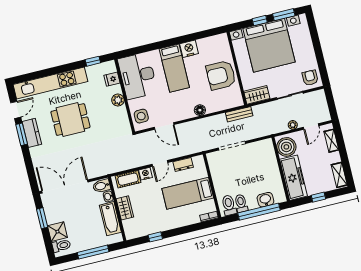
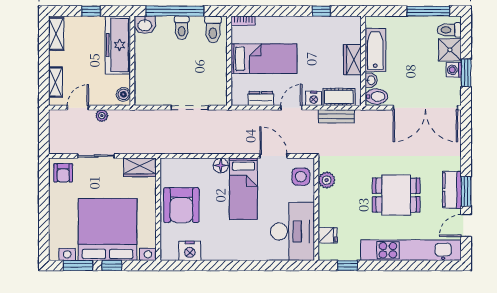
nightstand: (189, 49) -> (190, 251), moved
bed: (174, 68) -> (243, 189), moved, turned 180
armchair: (221, 75) -> (181, 205), turned 90
plant: (118, 100) -> (327, 180), moved
bench: (239, 114) -> (336, 116), moved
boiler: (286, 147) -> (123, 94), width x0.54, depth x0.54
washbasin: (265, 200) -> (145, 25), moved
toilet: (241, 203) -> (182, 28), moved
washing machine: (51, 218) -> (454, 70), added
window: (93, 252) -> (428, 11), moved

